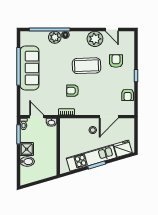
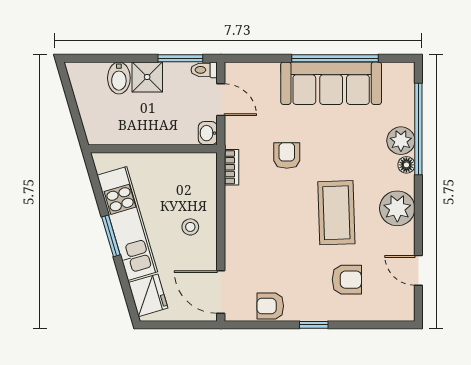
door: (112, 30) -> (418, 270), hinge flipped
plant: (95, 39) -> (397, 208), moved
armchair: (73, 91) -> (287, 156), moved
door: (37, 117) -> (221, 100), hinge flipped
door: (109, 117) -> (221, 292), moved

